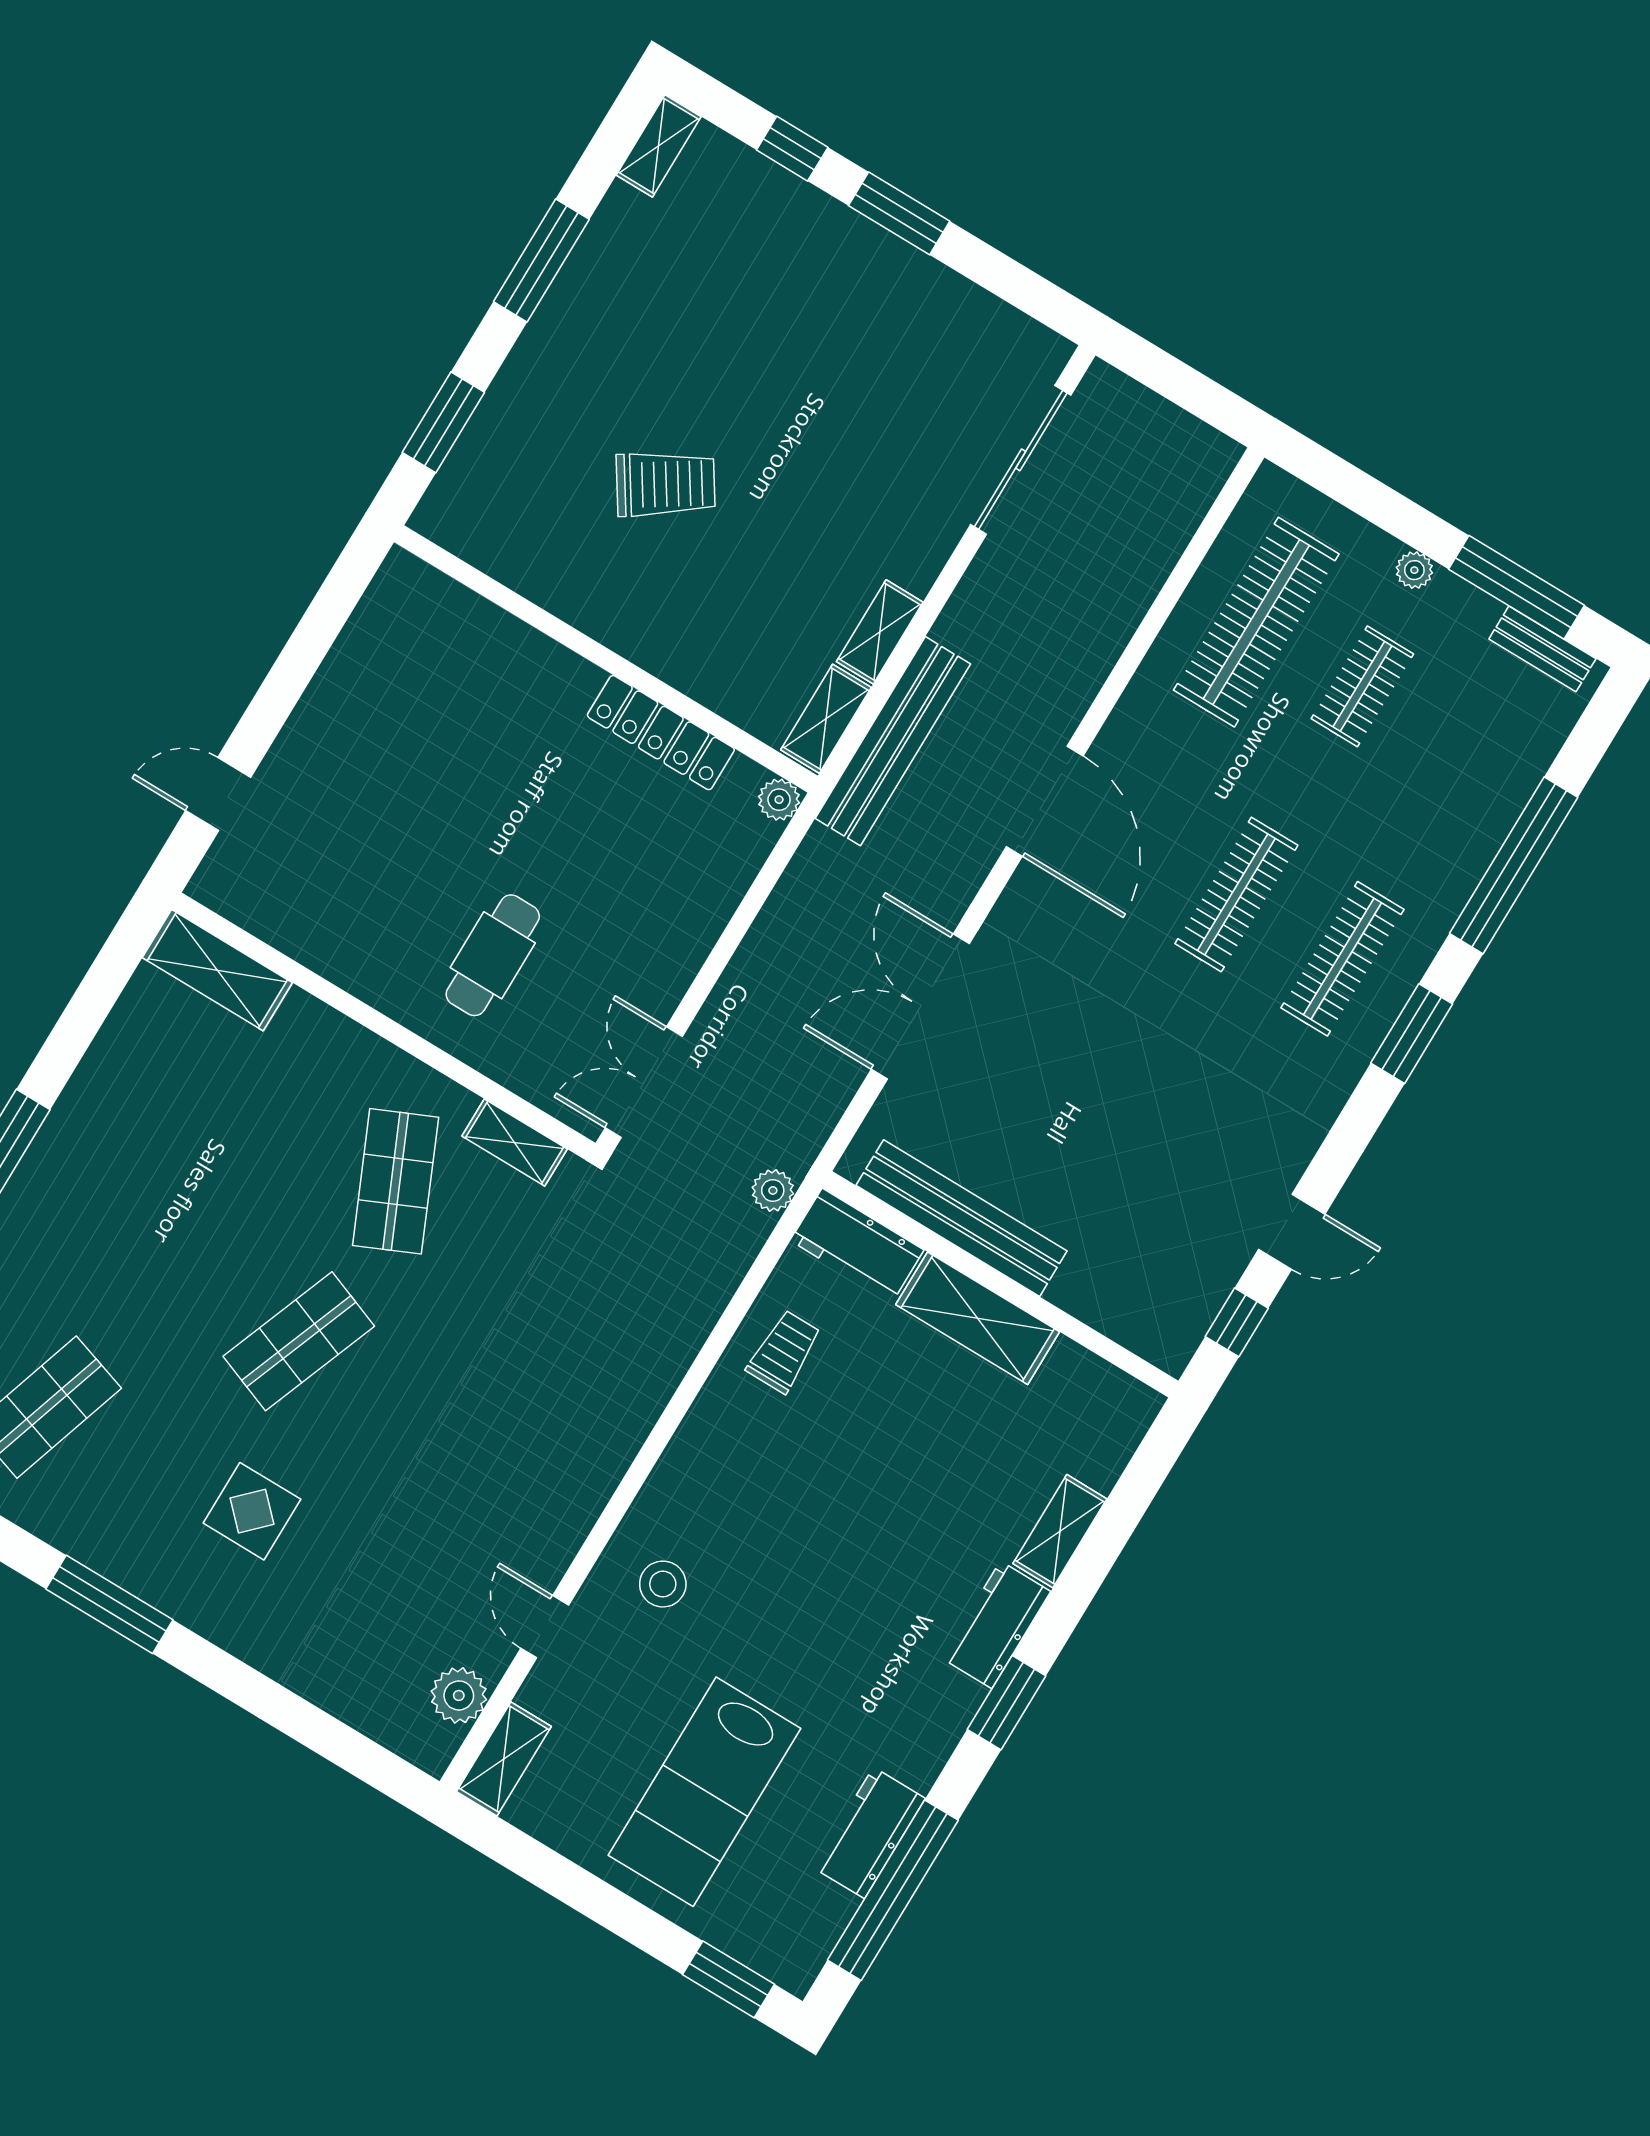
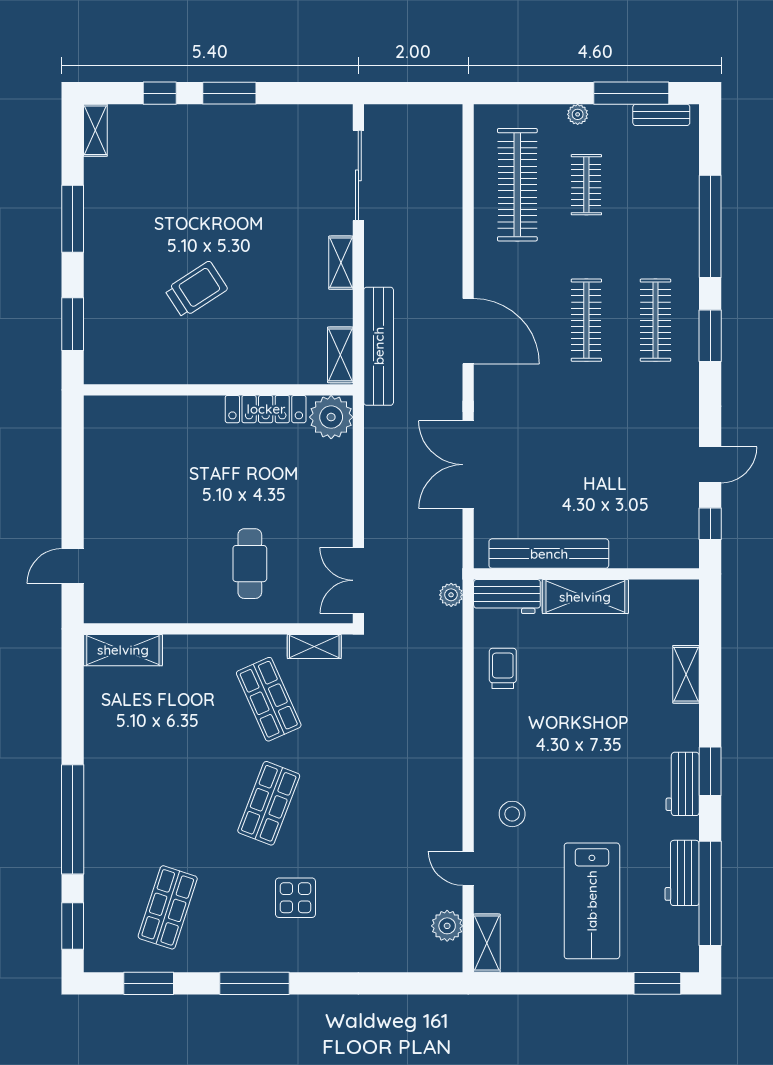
shelving: (880, 632) -> (341, 263), moved
plant: (779, 800) -> (331, 417), width x1.88, depth x1.88
workbench: (996, 1625) -> (683, 784), moved

